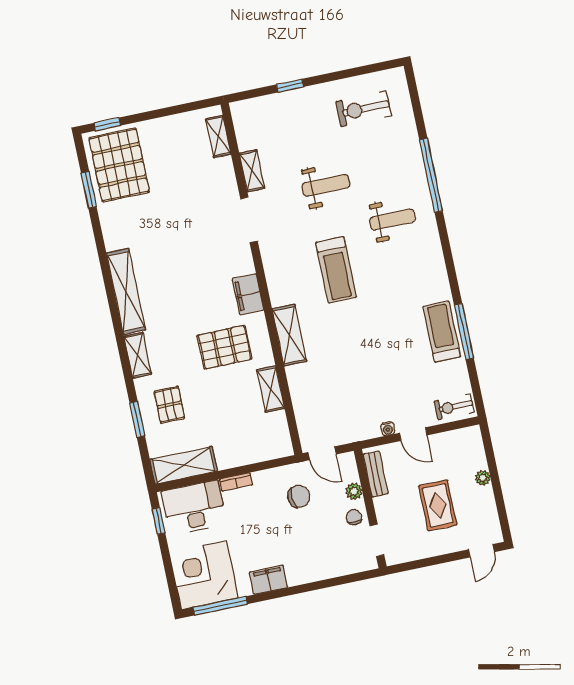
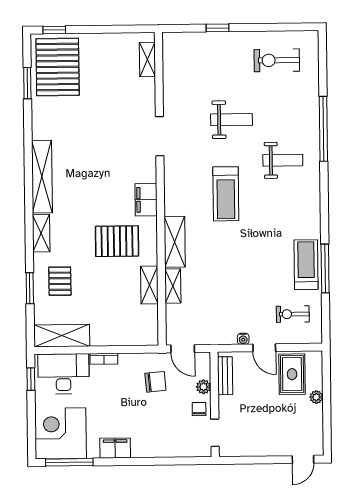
shelving: (252, 171) -> (173, 286), moved
exercise bike: (454, 407) -> (293, 314), moved
rug: (438, 505) -> (292, 374), moved

